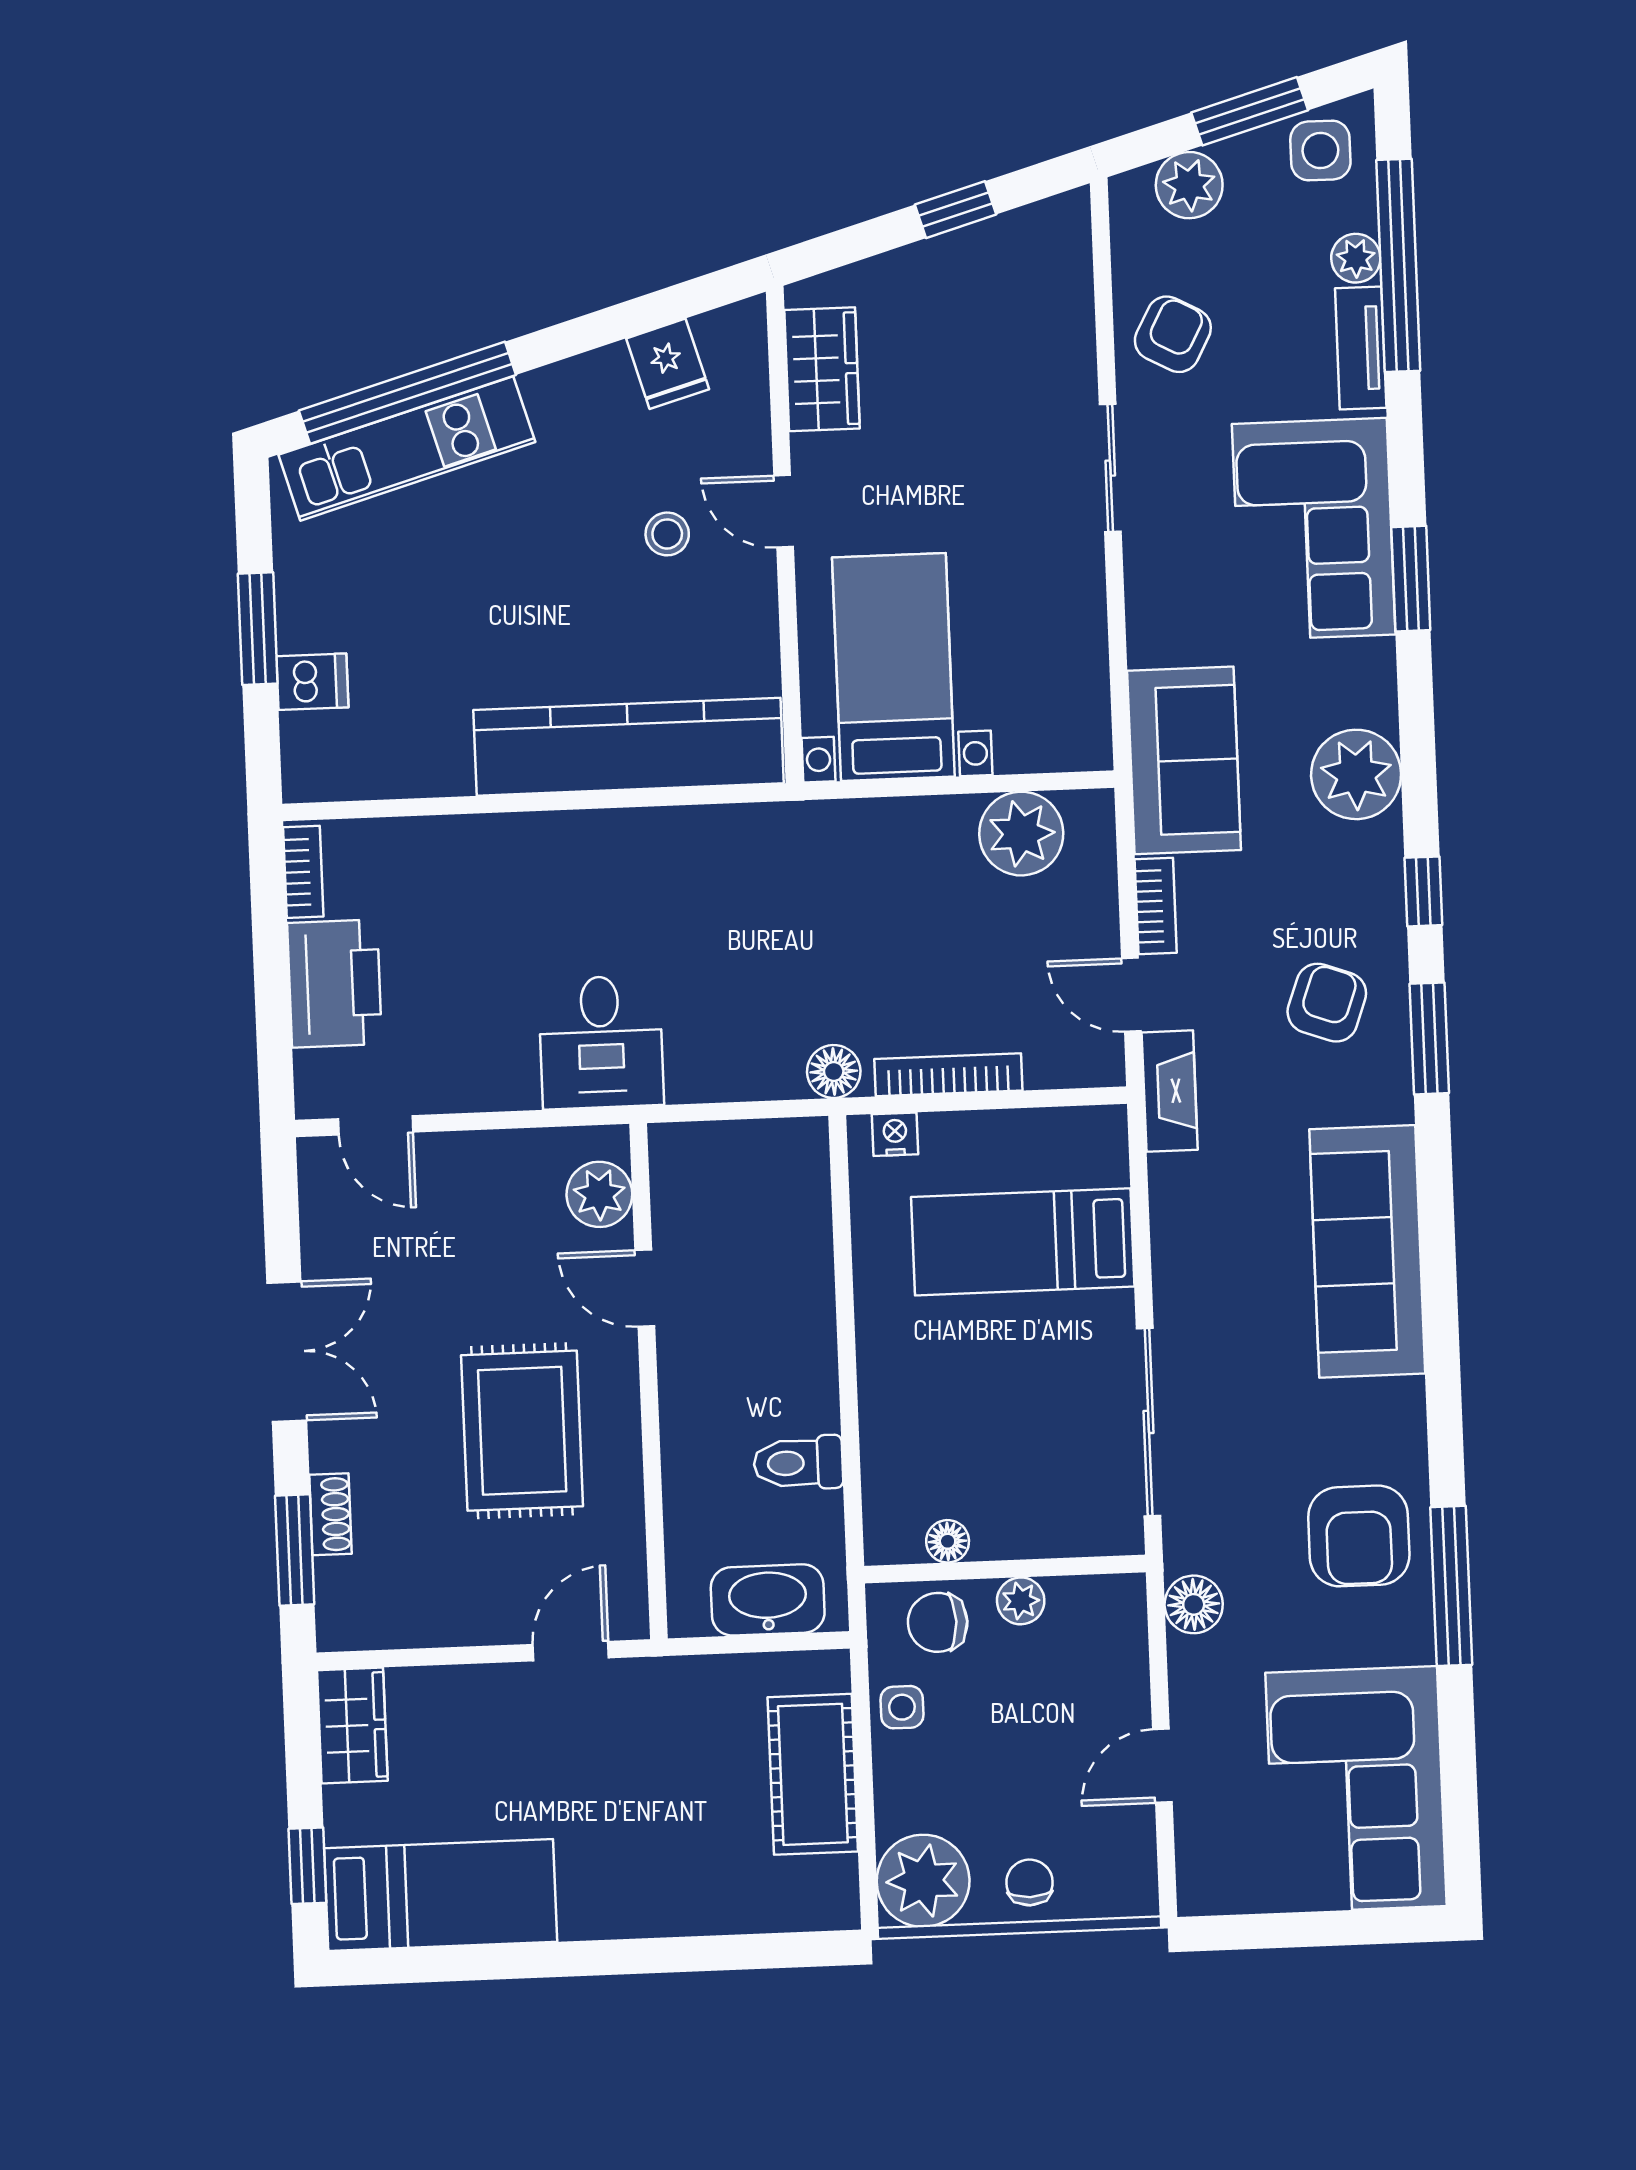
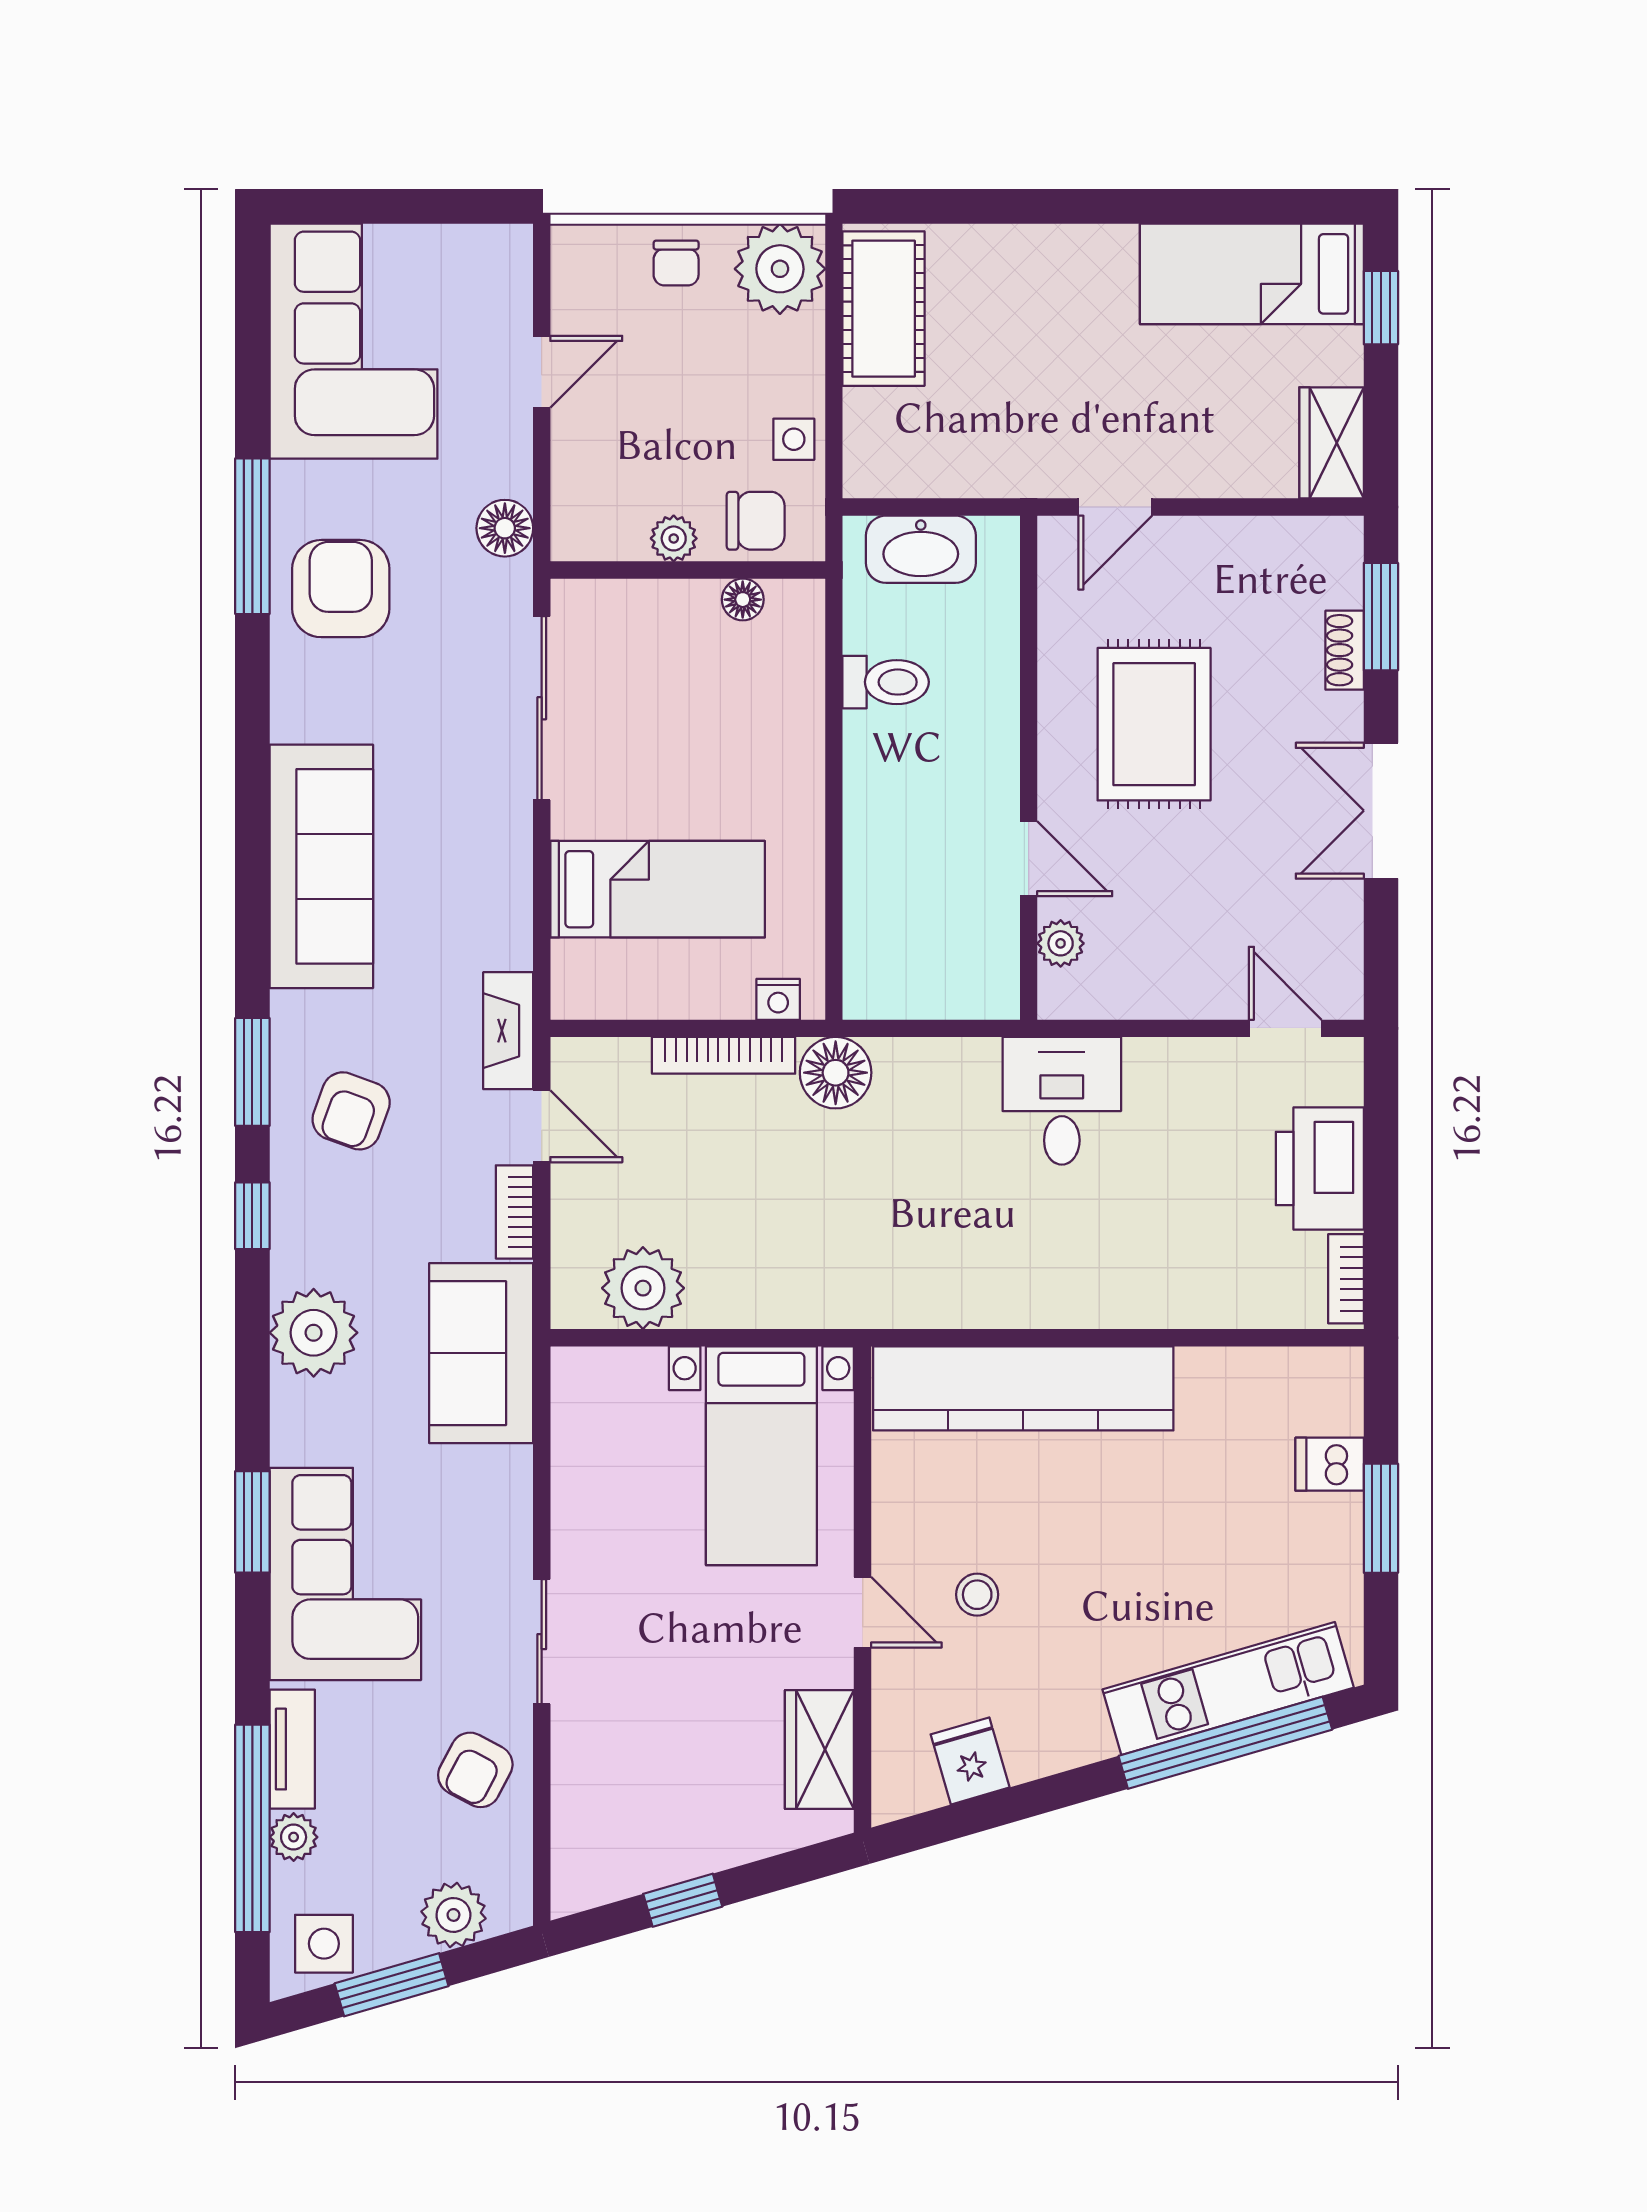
floor lamp: (834, 1071) -> (836, 1073), width x1.38, depth x1.38
plant: (599, 1194) -> (1061, 943), width x0.73, depth x0.73
cot: (813, 1774) -> (884, 309), moved

